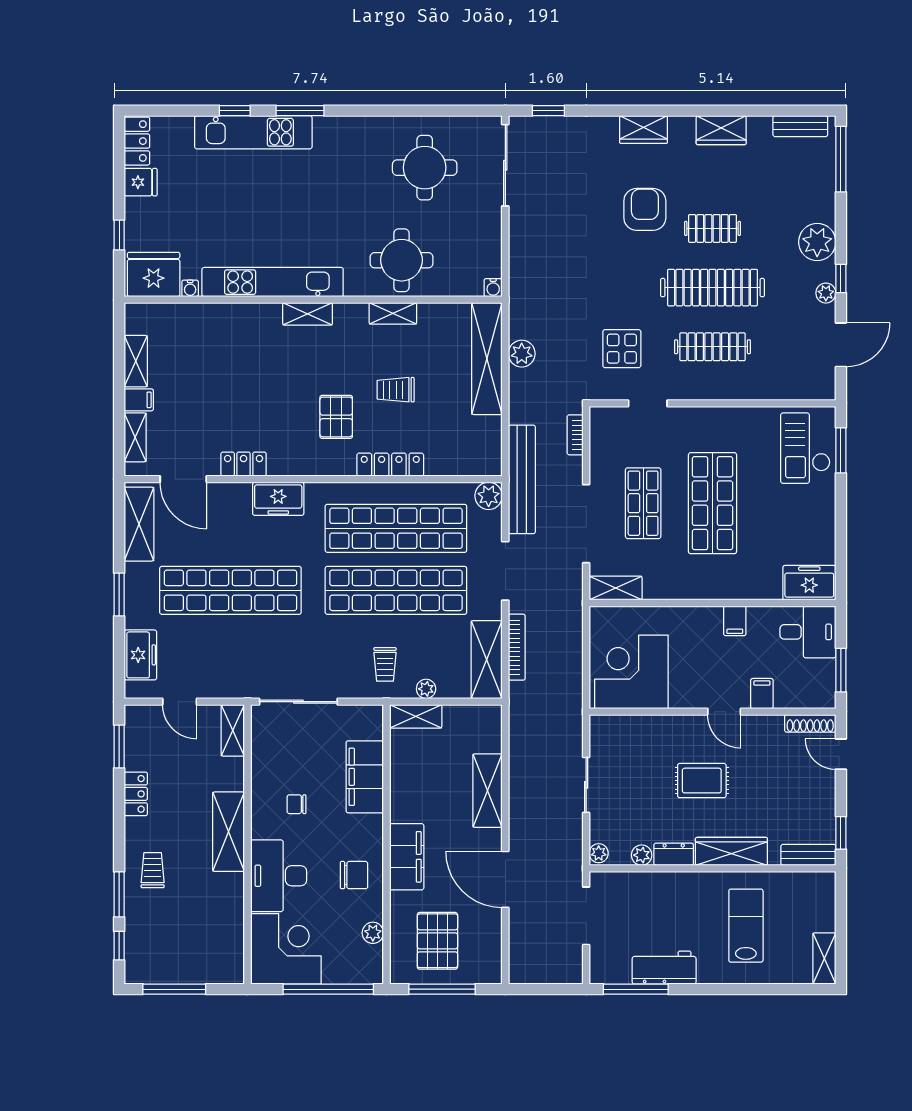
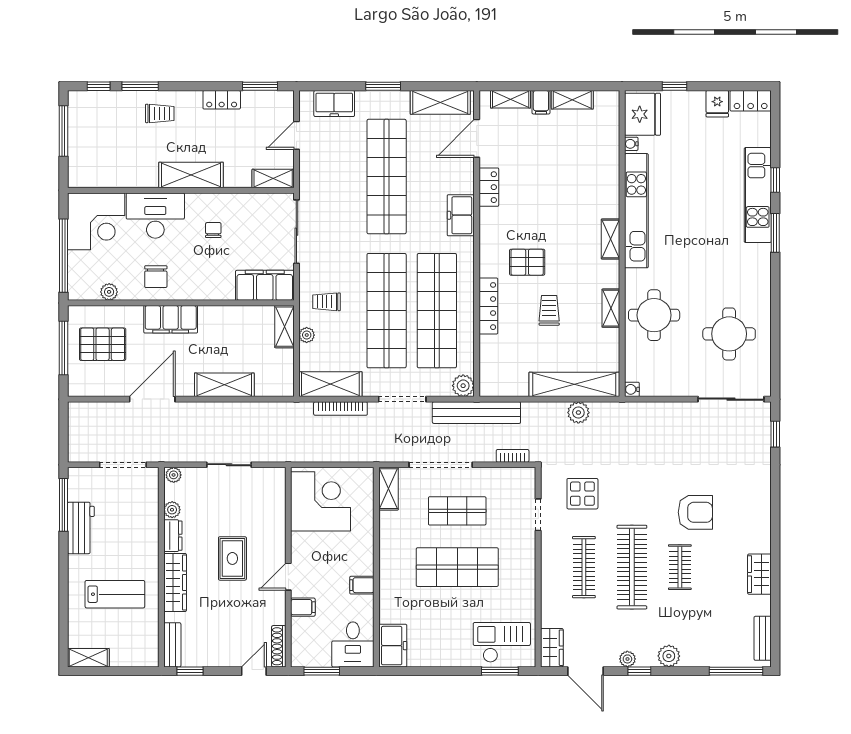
wardrobe: (644, 130) -> (552, 648), moved, turned 180
plant: (817, 242) -> (669, 656), width x0.73, depth x0.73
filing cabinet: (365, 777) -> (265, 285), moved

